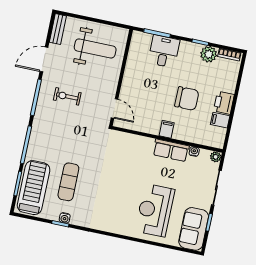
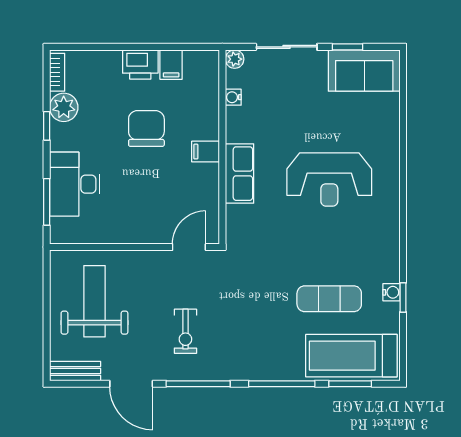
desk: (164, 51) -> (75, 184), width x1.37
row of seats: (171, 150) -> (239, 174), moved
reception desk: (155, 210) -> (329, 179), moved

